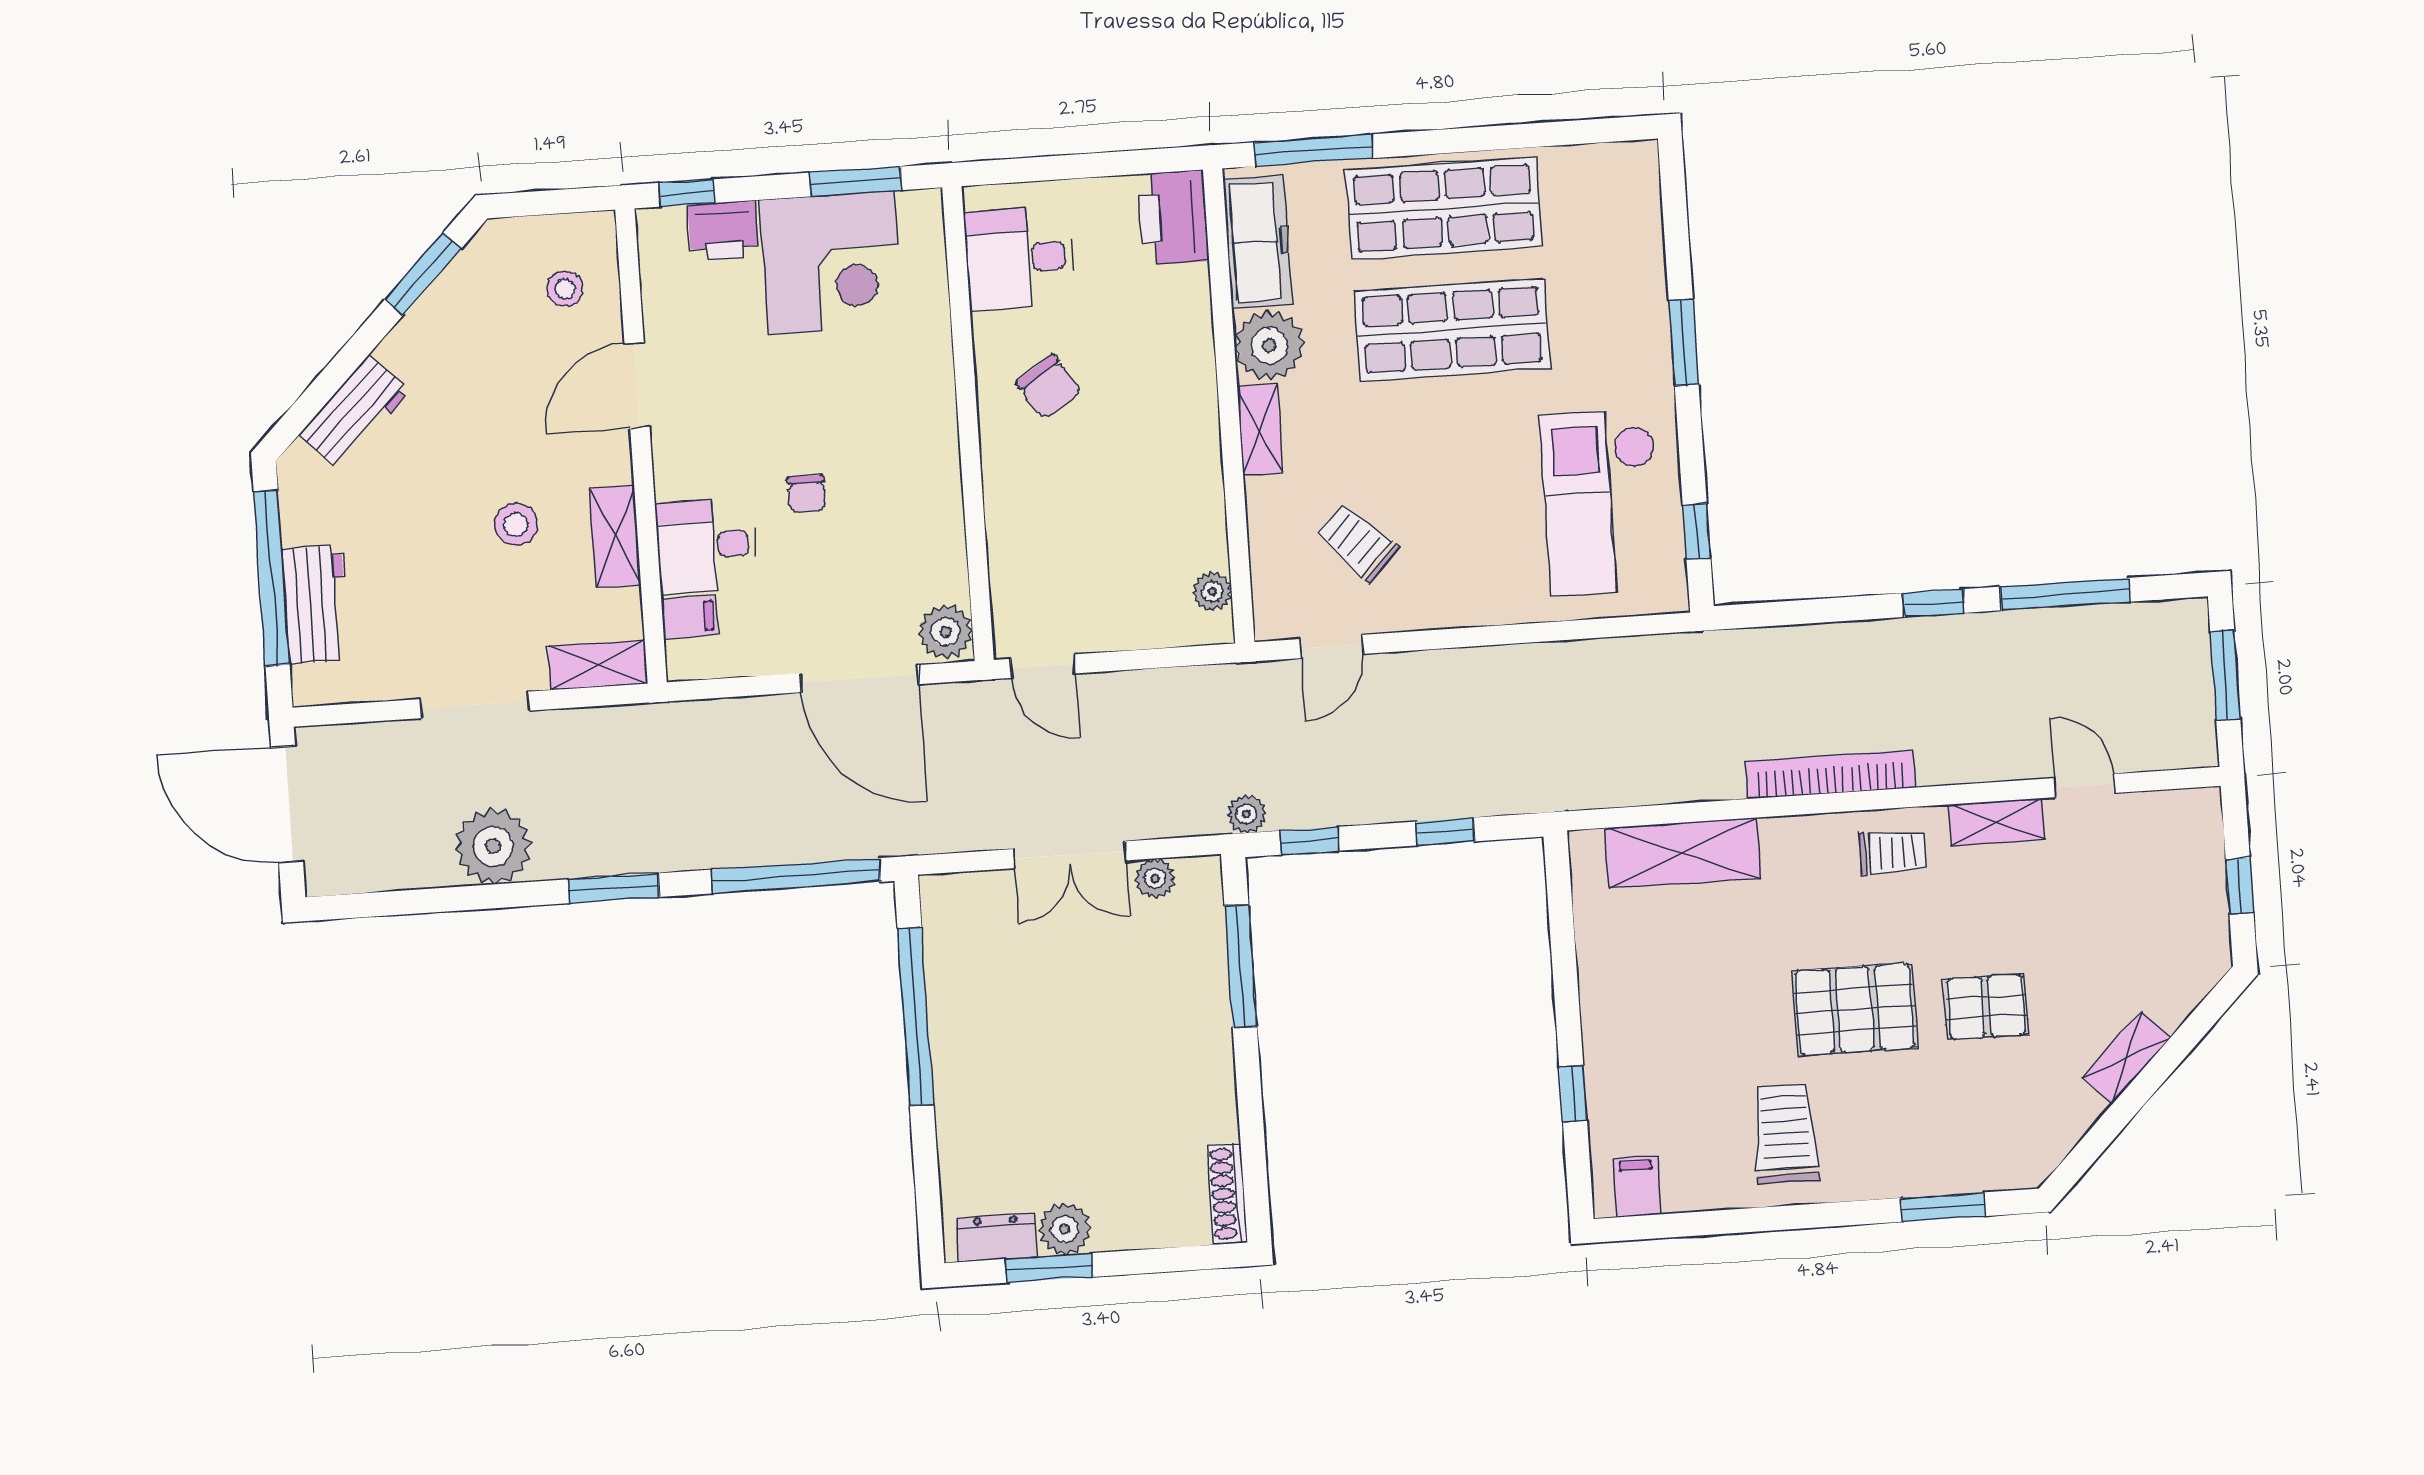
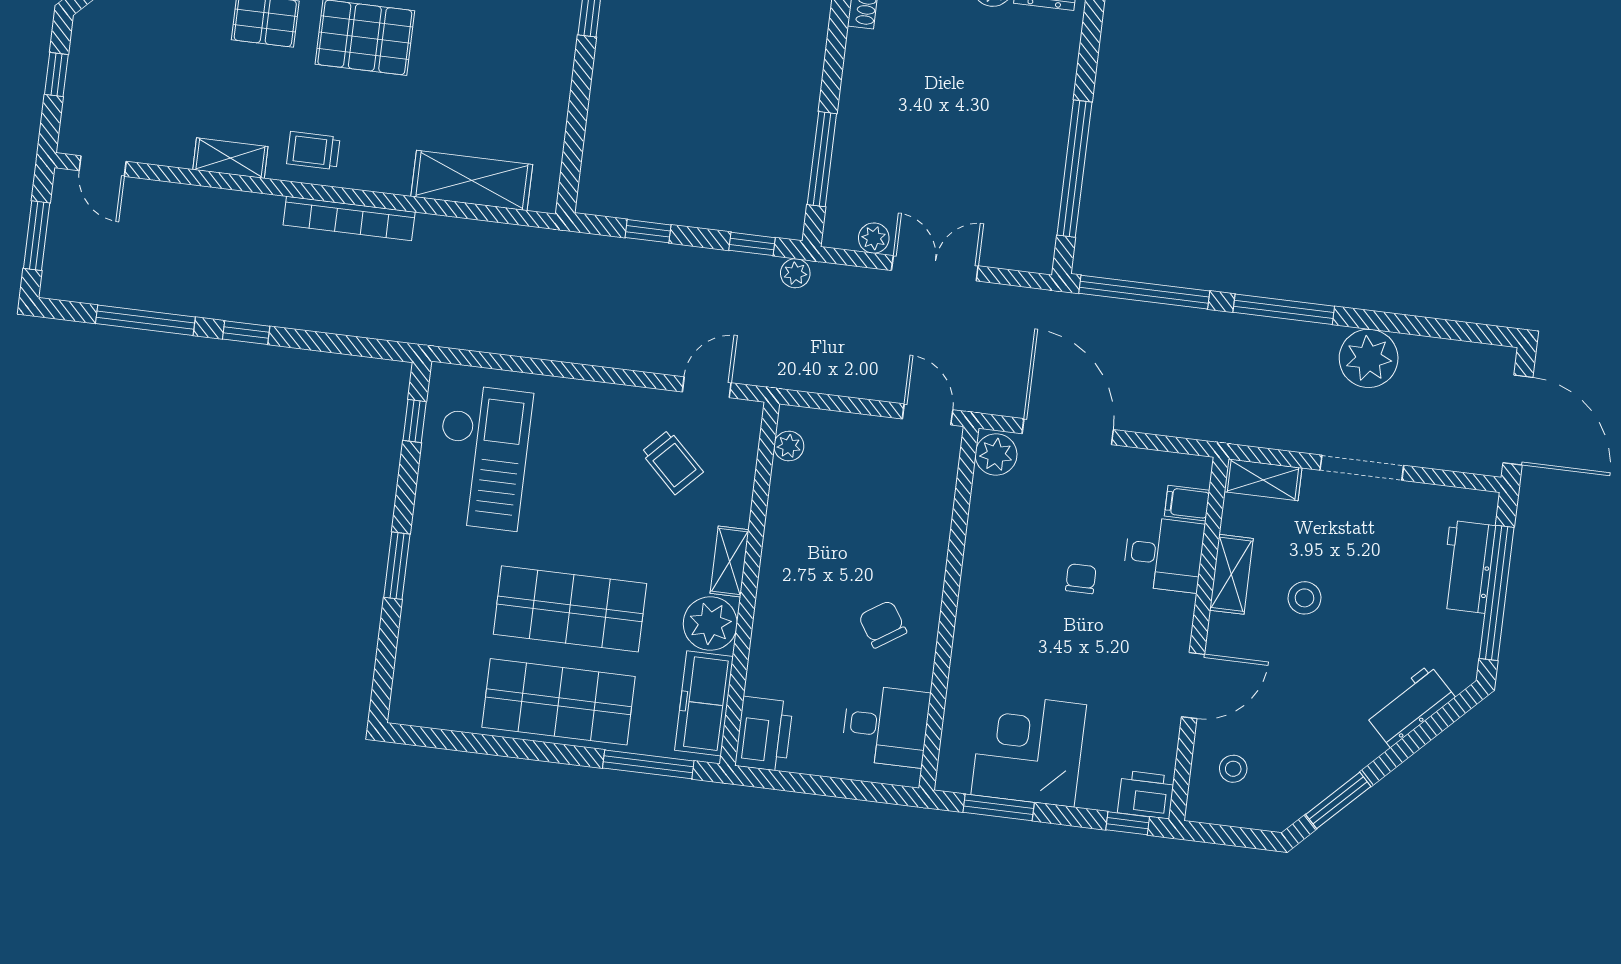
printer: (723, 231) -> (1146, 795), moved
door: (2085, 786) -> (103, 166), moved
window: (614, 888) -> (1284, 309), width x1.44

